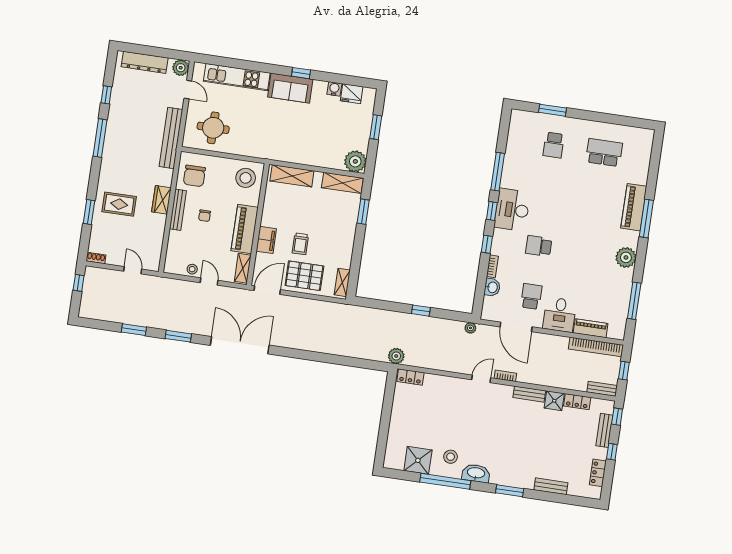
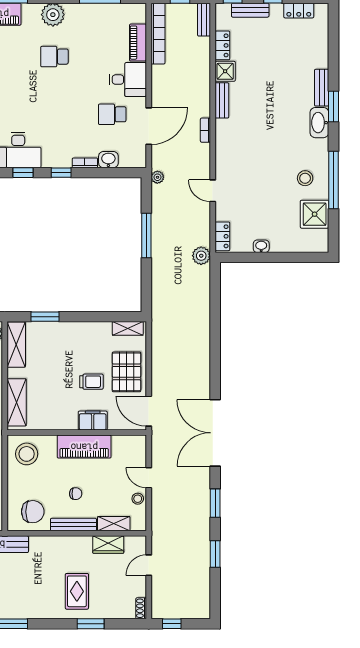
wardrobe: (161, 200) -> (108, 545), moved
school desk: (539, 246) -> (54, 57), moved, turned 90
shelving: (243, 268) -> (114, 524), moved
door: (209, 281) -> (149, 478), hinge flipped
window: (421, 311) -> (146, 236), width x2.17
door: (481, 379) -> (213, 191), moved
washbasin: (397, 410) -> (261, 246), added
washbasin: (476, 473) -> (319, 123), moved
bench: (551, 486) -> (322, 88), moved

